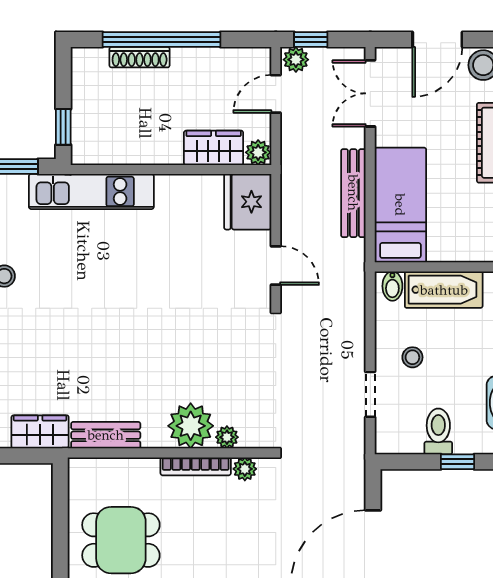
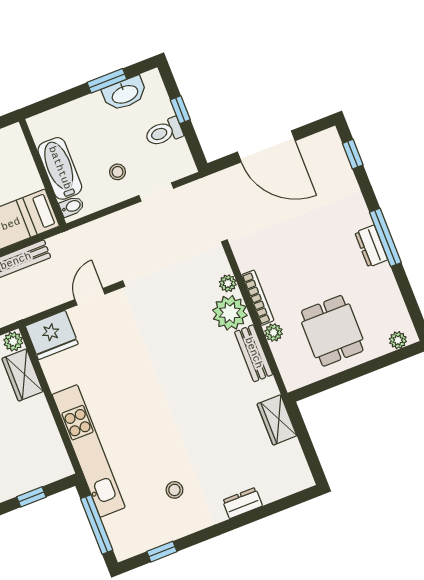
window: (63, 127) -> (31, 497), moved
kitchen unit: (91, 191) -> (89, 451), width x1.36
bench: (106, 435) -> (254, 353), moved
plant: (245, 469) -> (274, 332), moved

